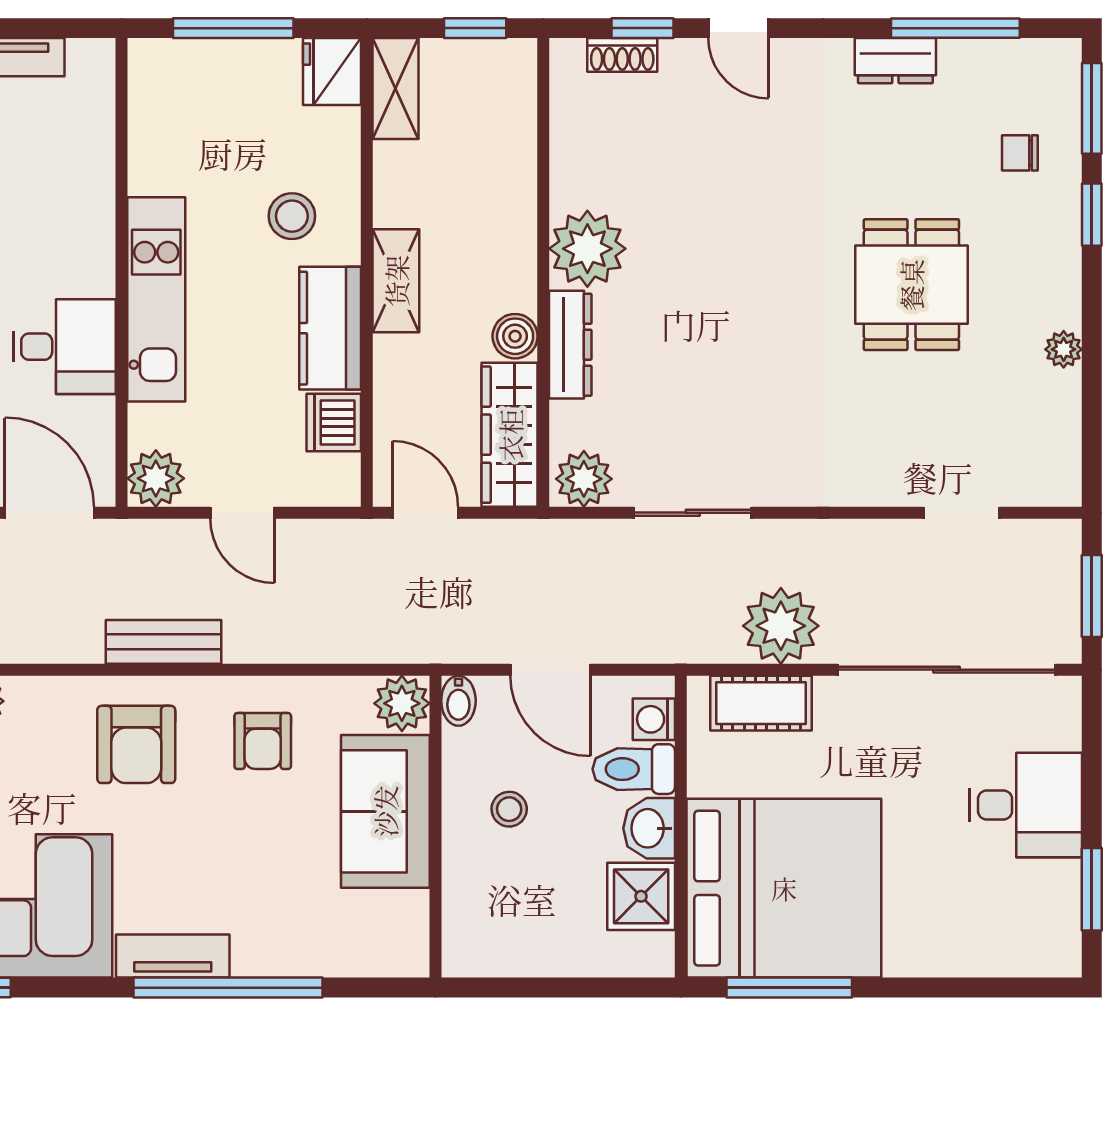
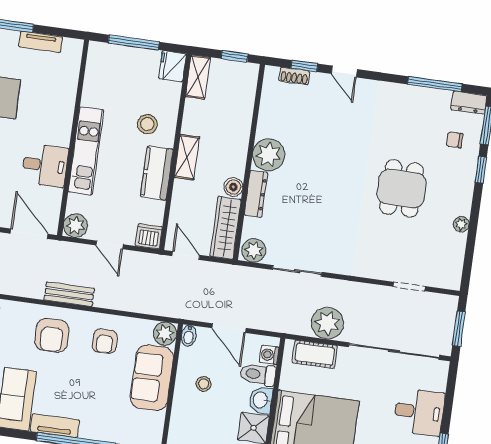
dresser: (895, 61) -> (469, 103), moved
dishwasher: (334, 422) -> (149, 236), moved, turned 90

